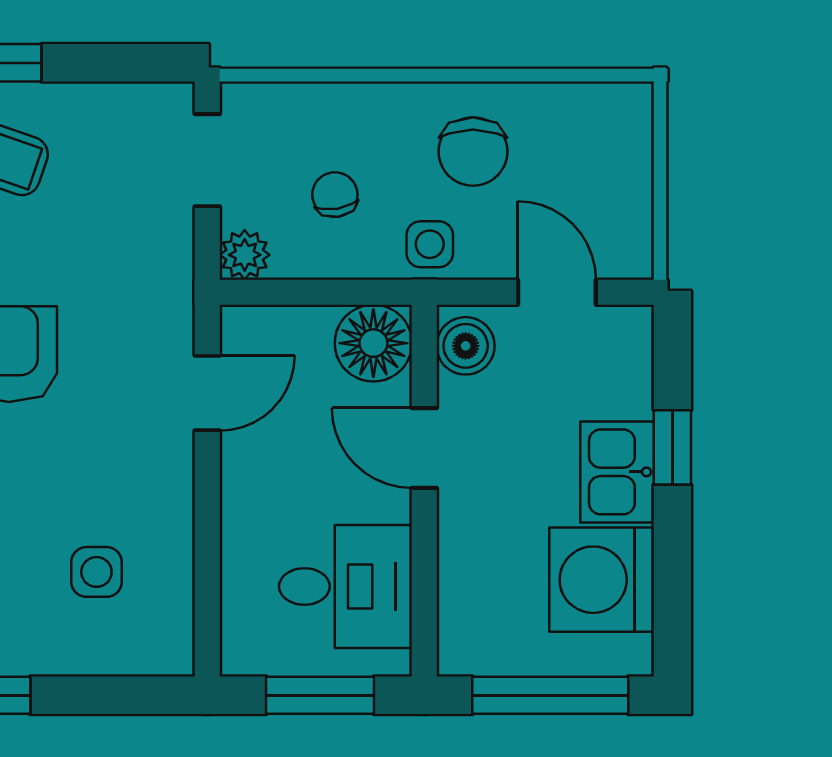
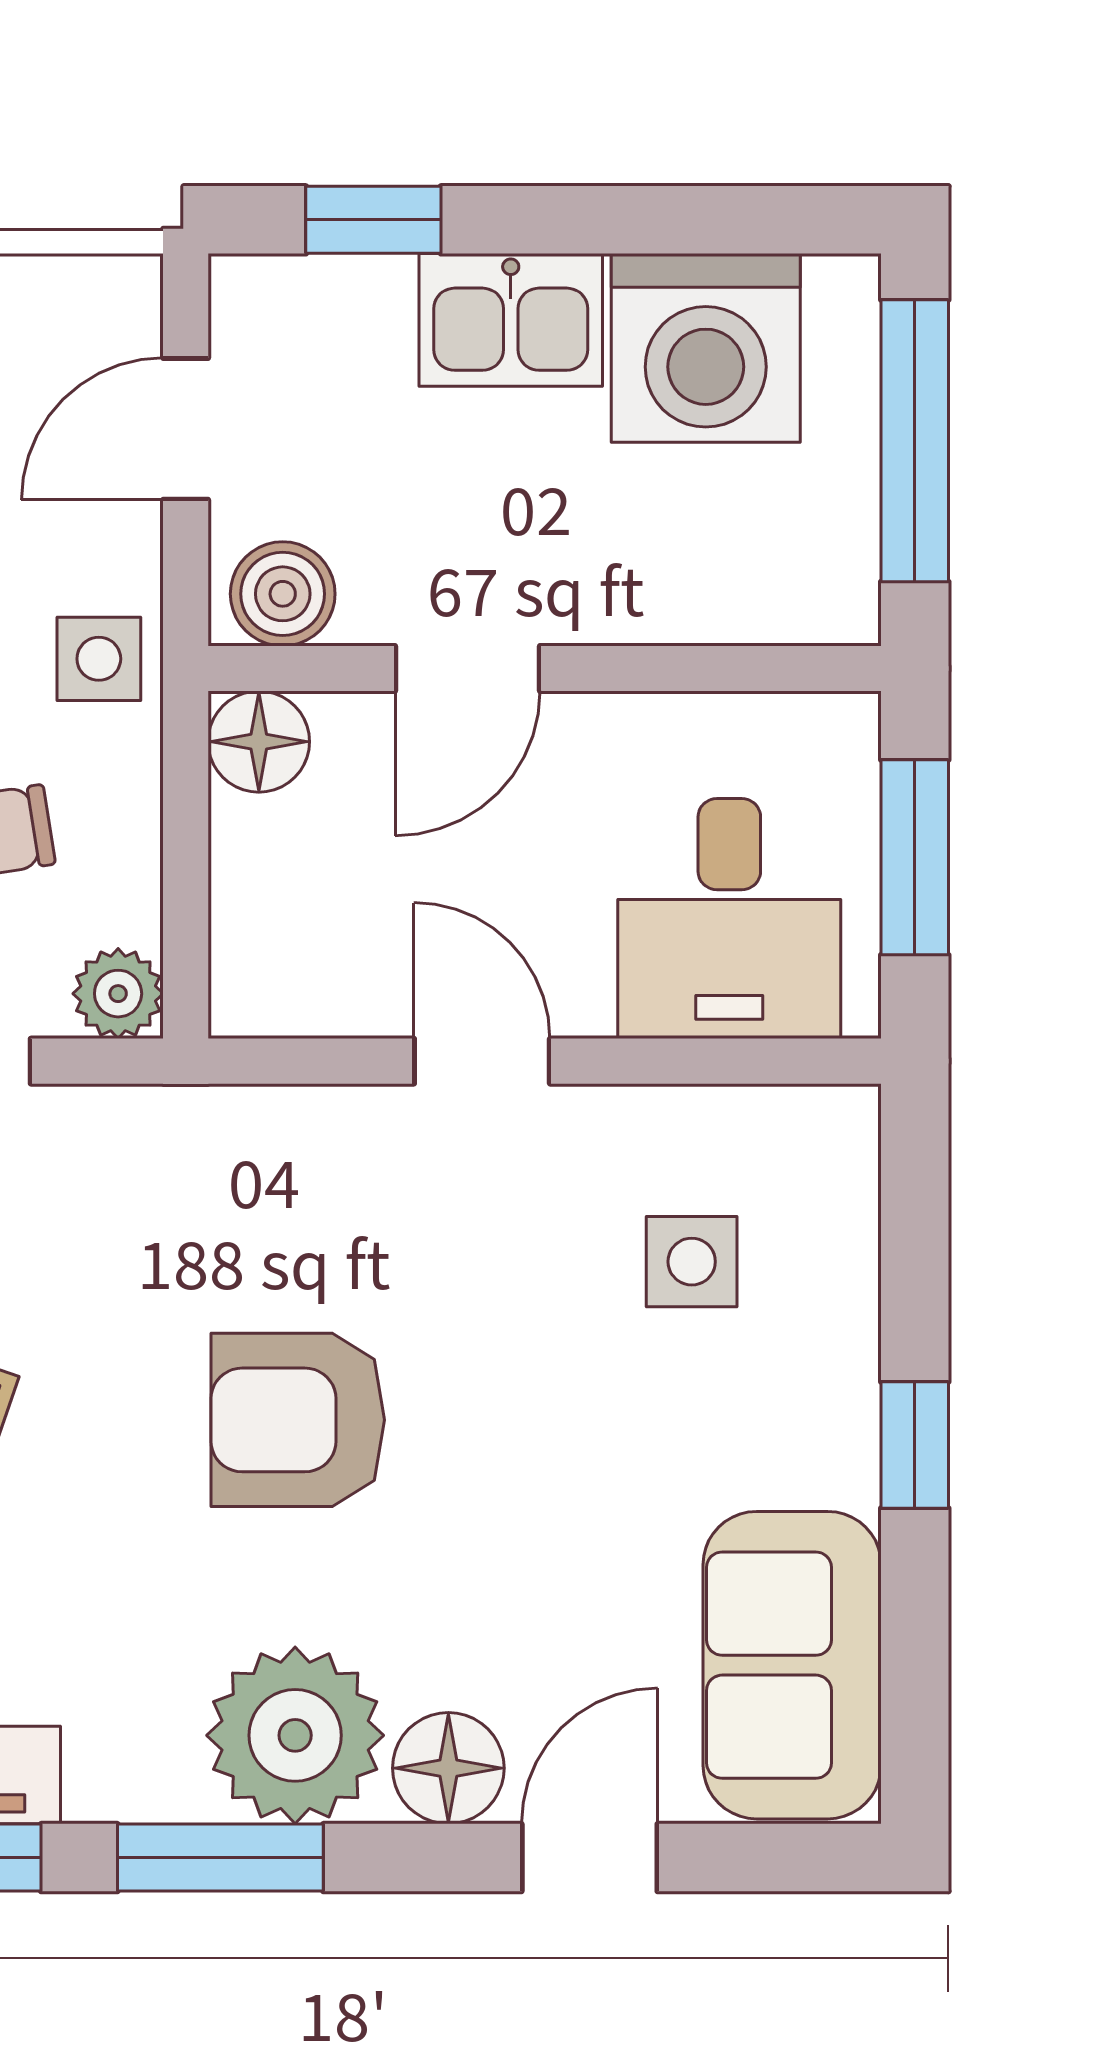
floor lamp: (373, 343) -> (259, 742), width x0.73, depth x0.73
door: (207, 393) -> (482, 1061), moved
window: (672, 447) -> (373, 220), moved
desk: (346, 586) -> (729, 919), moved, turned 180

